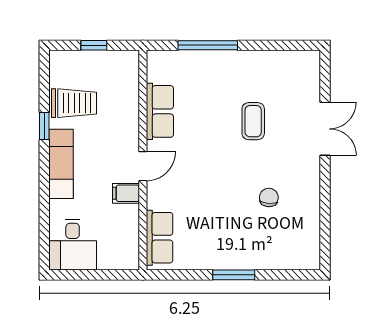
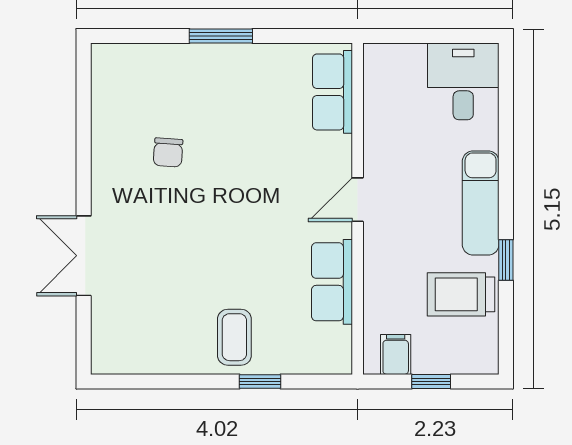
window: (208, 45) -> (260, 382), width x0.46
coffee table: (253, 121) -> (234, 337), moved
filing cabinet: (126, 193) -> (396, 354), moved, turned -90

